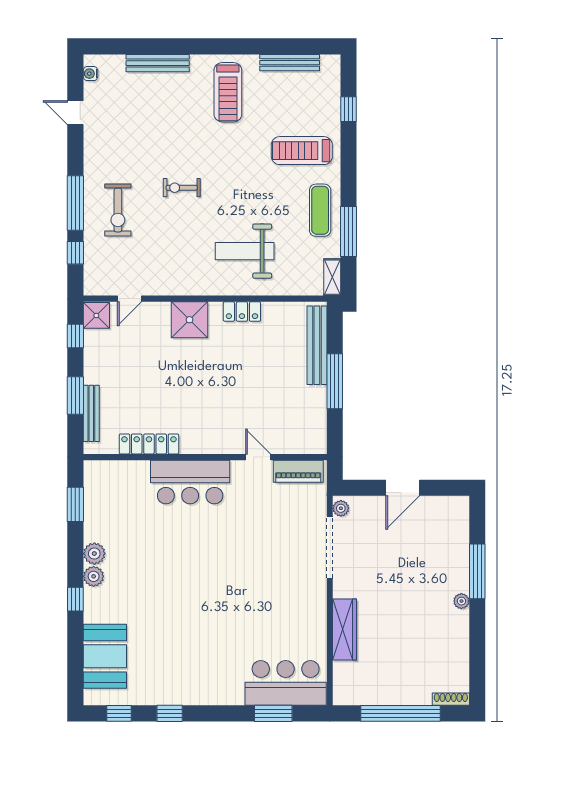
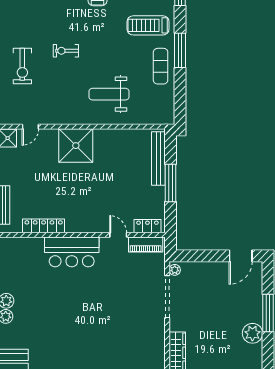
window: (349, 231) -> (180, 50), moved
shelving: (332, 277) -> (169, 112), removed
locker: (242, 312) -> (147, 226), moved, turned 180
shower: (189, 320) -> (76, 146), width x1.37, depth x1.37
door: (403, 488) -> (241, 256), moved
plant: (461, 601) -> (252, 333), width x1.87, depth x1.87

